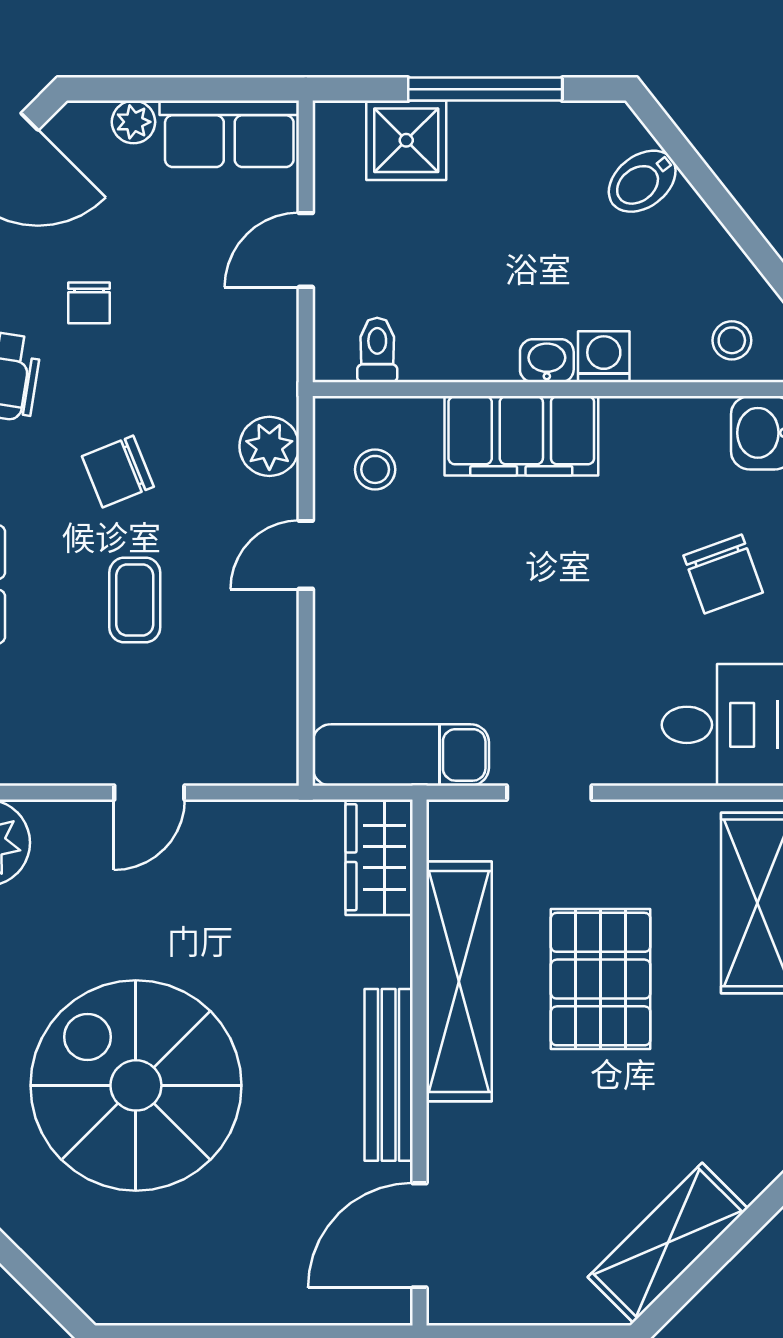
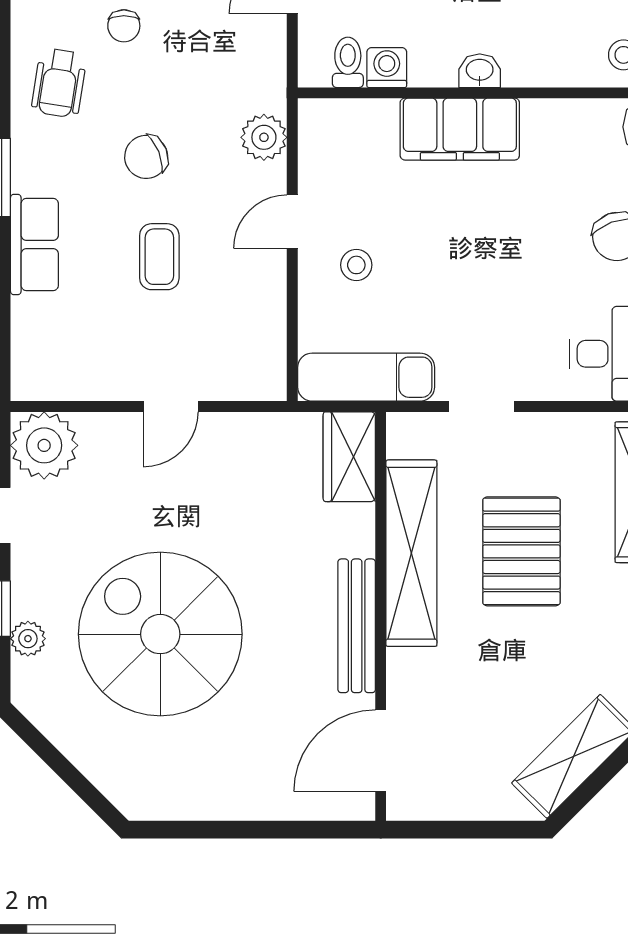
washing machine: (604, 357) -> (387, 68), moved
stool: (375, 469) -> (356, 265), moved

